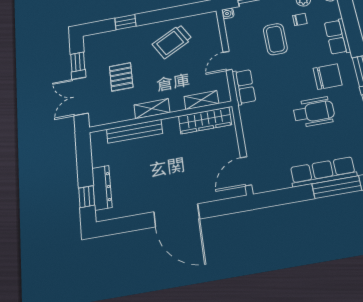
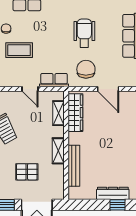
chair: (328, 77) -> (86, 69), moved
door: (246, 171) -> (108, 89), moved

